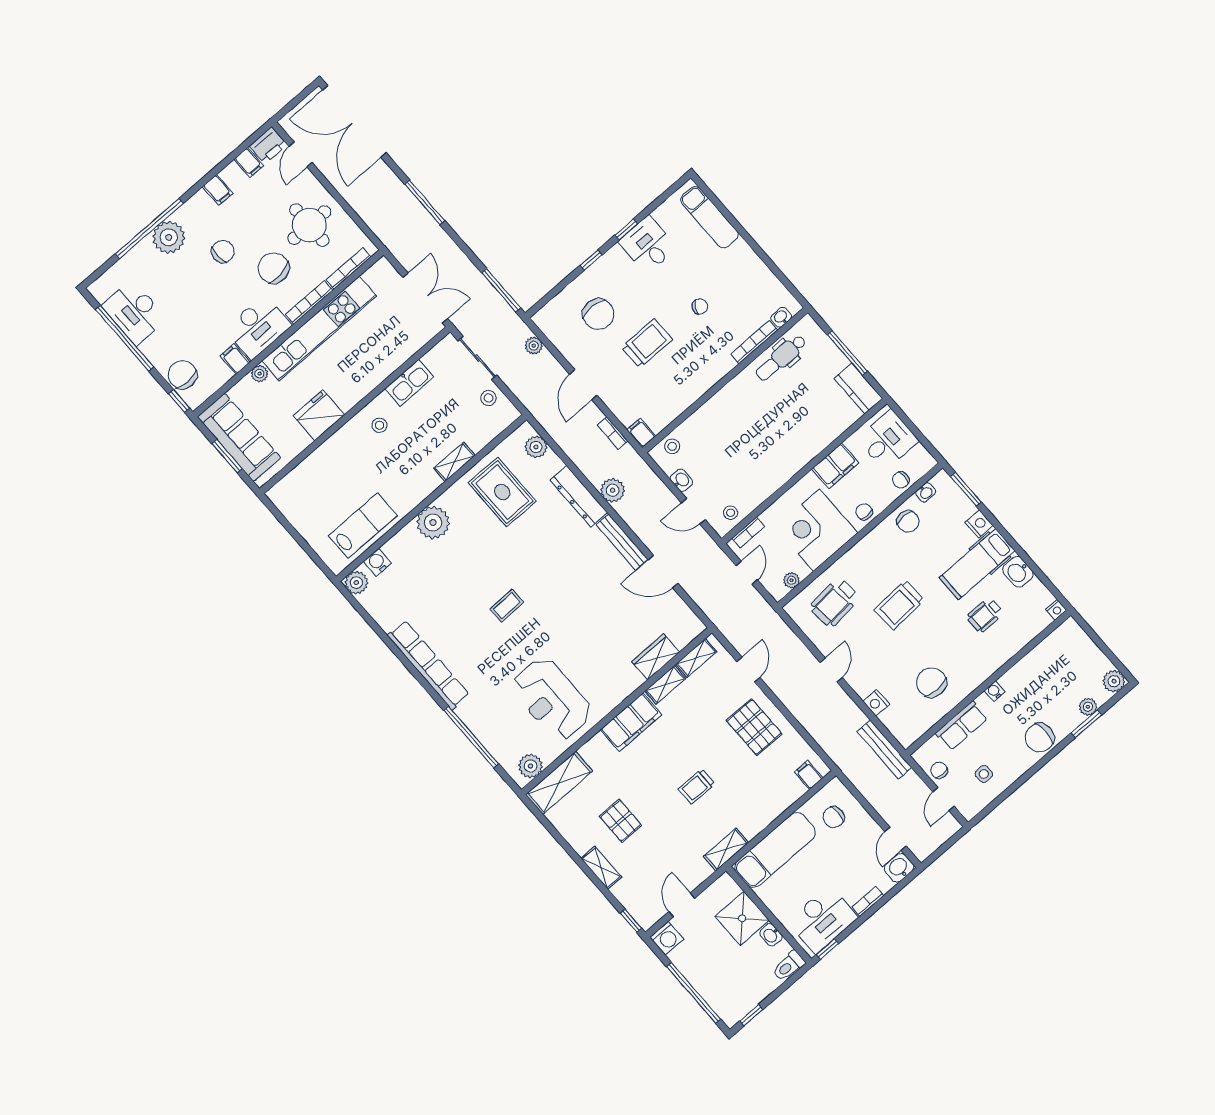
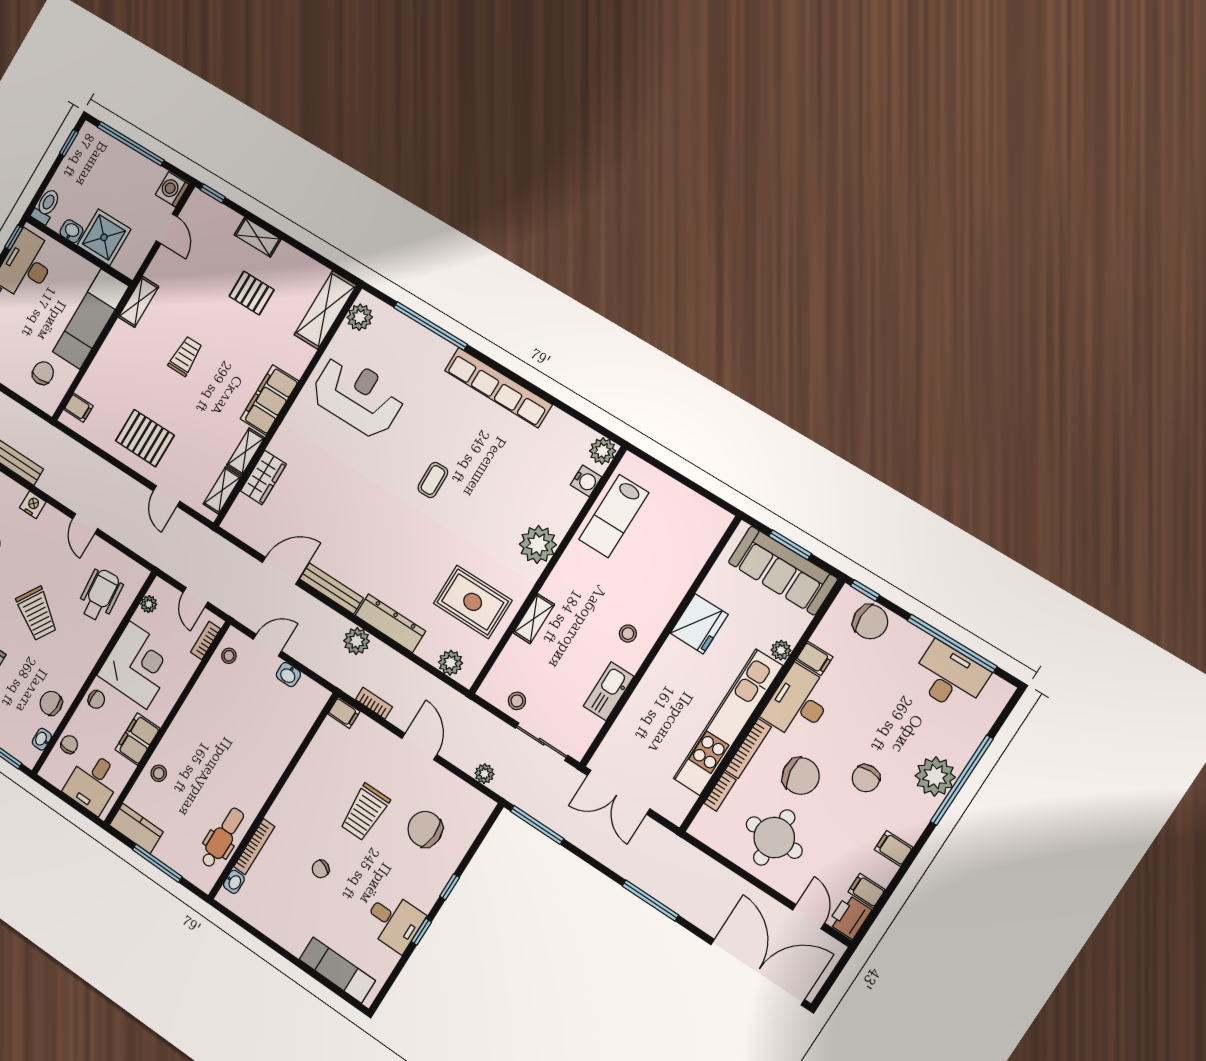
bookcase: (349, 268) -> (720, 792), width x0.64
stool: (672, 446) -> (159, 773), moved
trolley: (899, 605) -> (37, 613), turned 126

